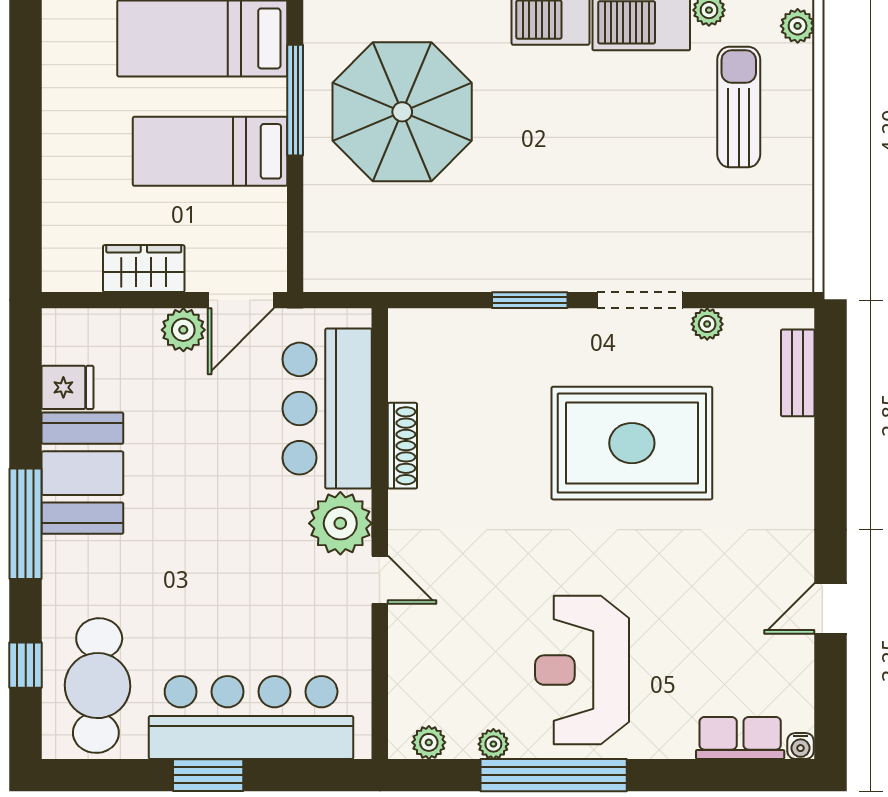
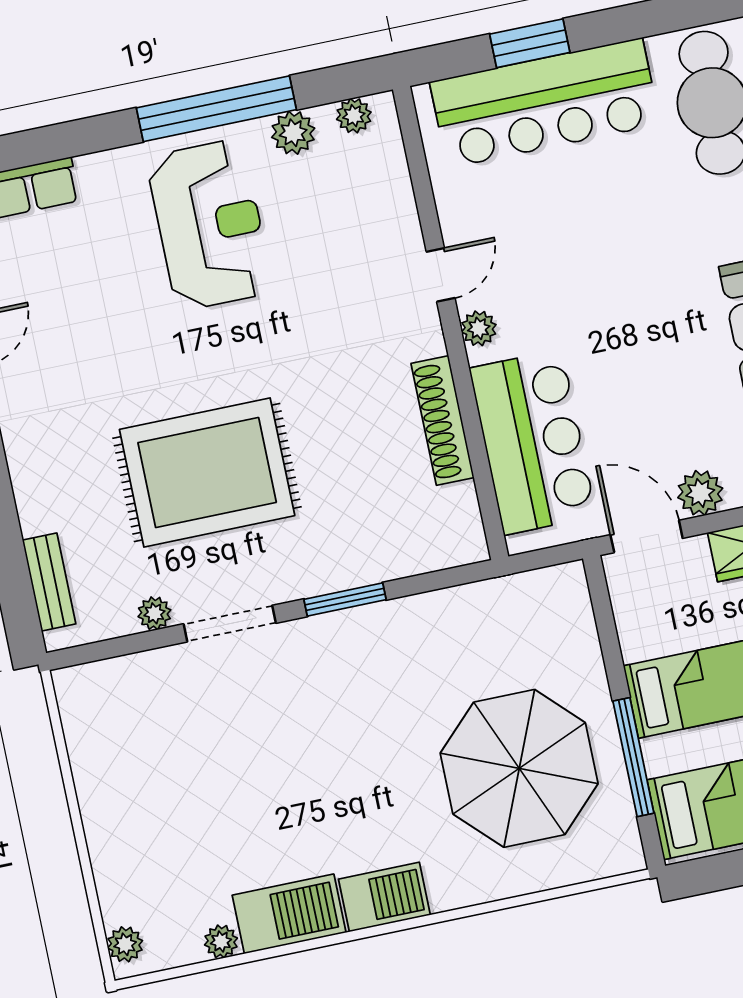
sun lounger: (739, 107) -> (169, 847), removed
door: (241, 300) -> (647, 536), hinge flipped
shoe rack: (402, 446) -> (443, 421), width x1.36, depth x1.24
plant: (340, 523) -> (479, 328), width x0.53, depth x0.53
door: (380, 580) -> (441, 275), swing flipped
plant: (493, 744) -> (293, 133), width x1.38, depth x1.38
window: (208, 775) -> (530, 43), moved

